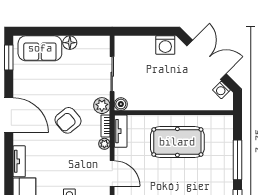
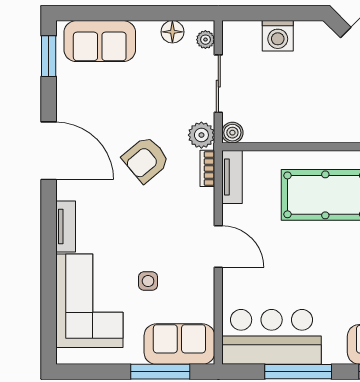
floor lamp: (70, 43) -> (172, 32), moved
washing machine: (165, 45) -> (278, 36), moved
plant: (104, 144) -> (205, 40), moved

